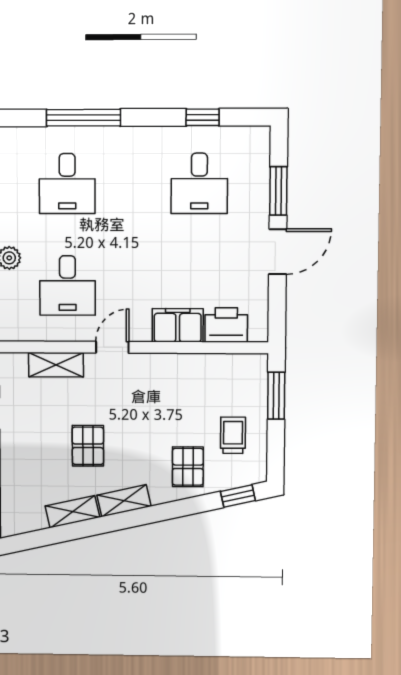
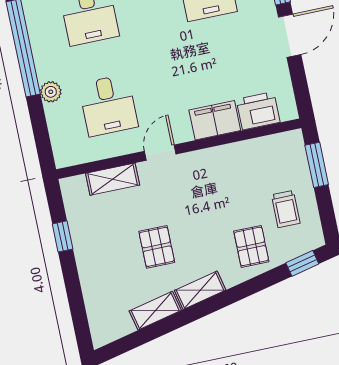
trolley: (233, 435) -> (286, 209), turned 180

